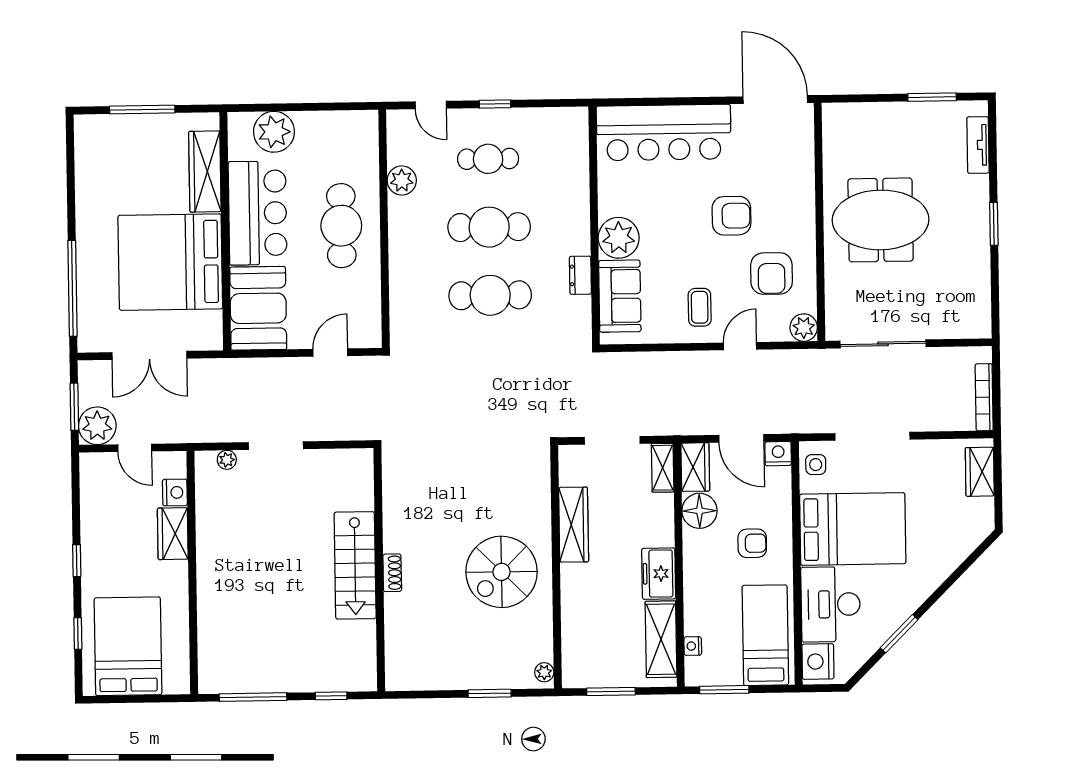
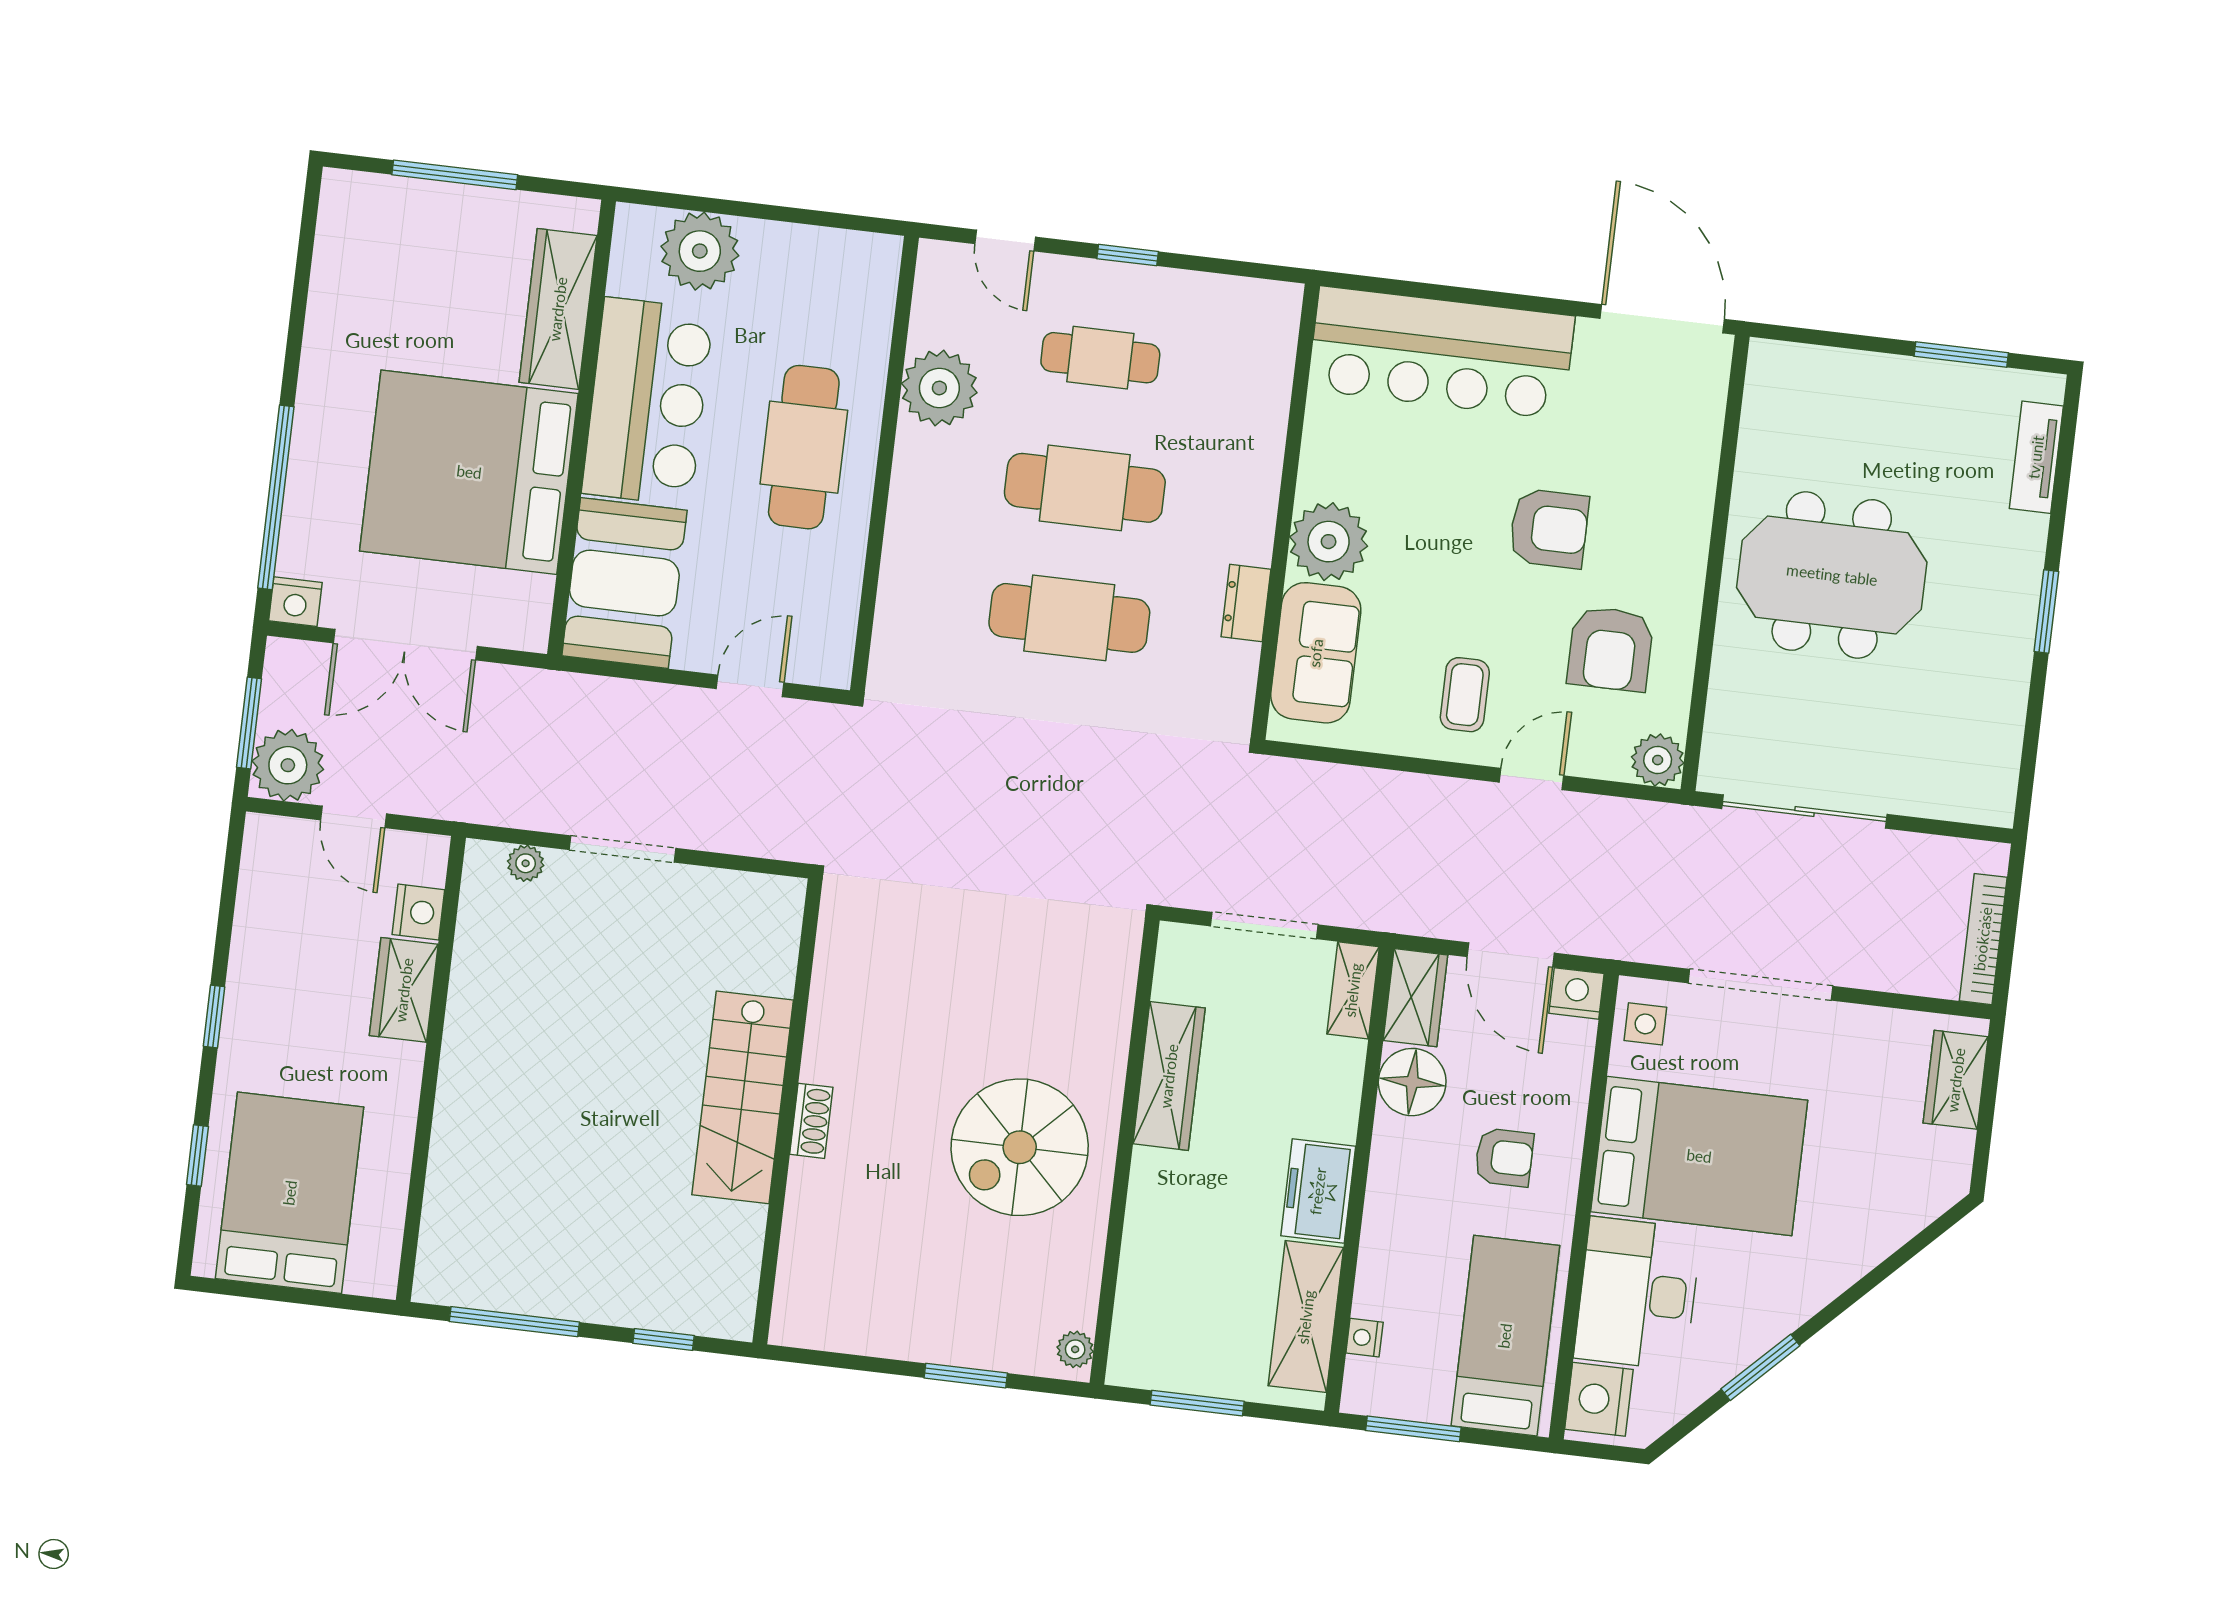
plant: (402, 180) -> (939, 388), width x1.36, depth x1.36
nightstand: (90, 341) -> (295, 602), added

